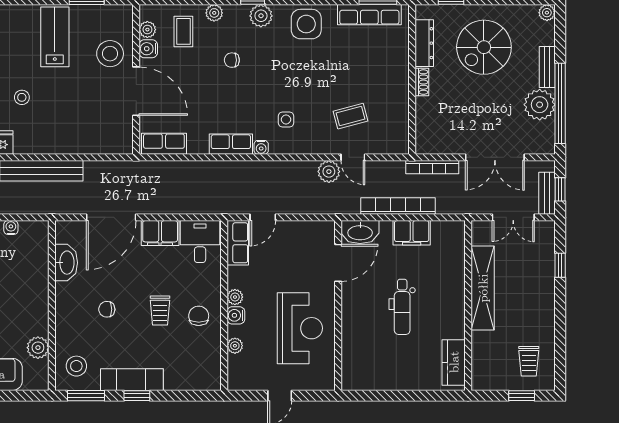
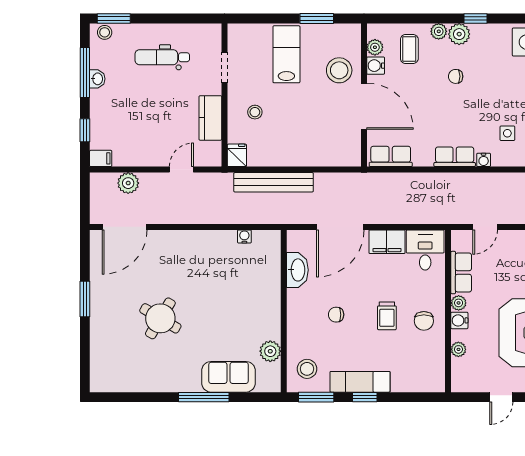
plant: (261, 16) -> (459, 34), moved
row of seats: (238, 243) -> (461, 273), moved
chair: (199, 316) -> (424, 321), turned 180

